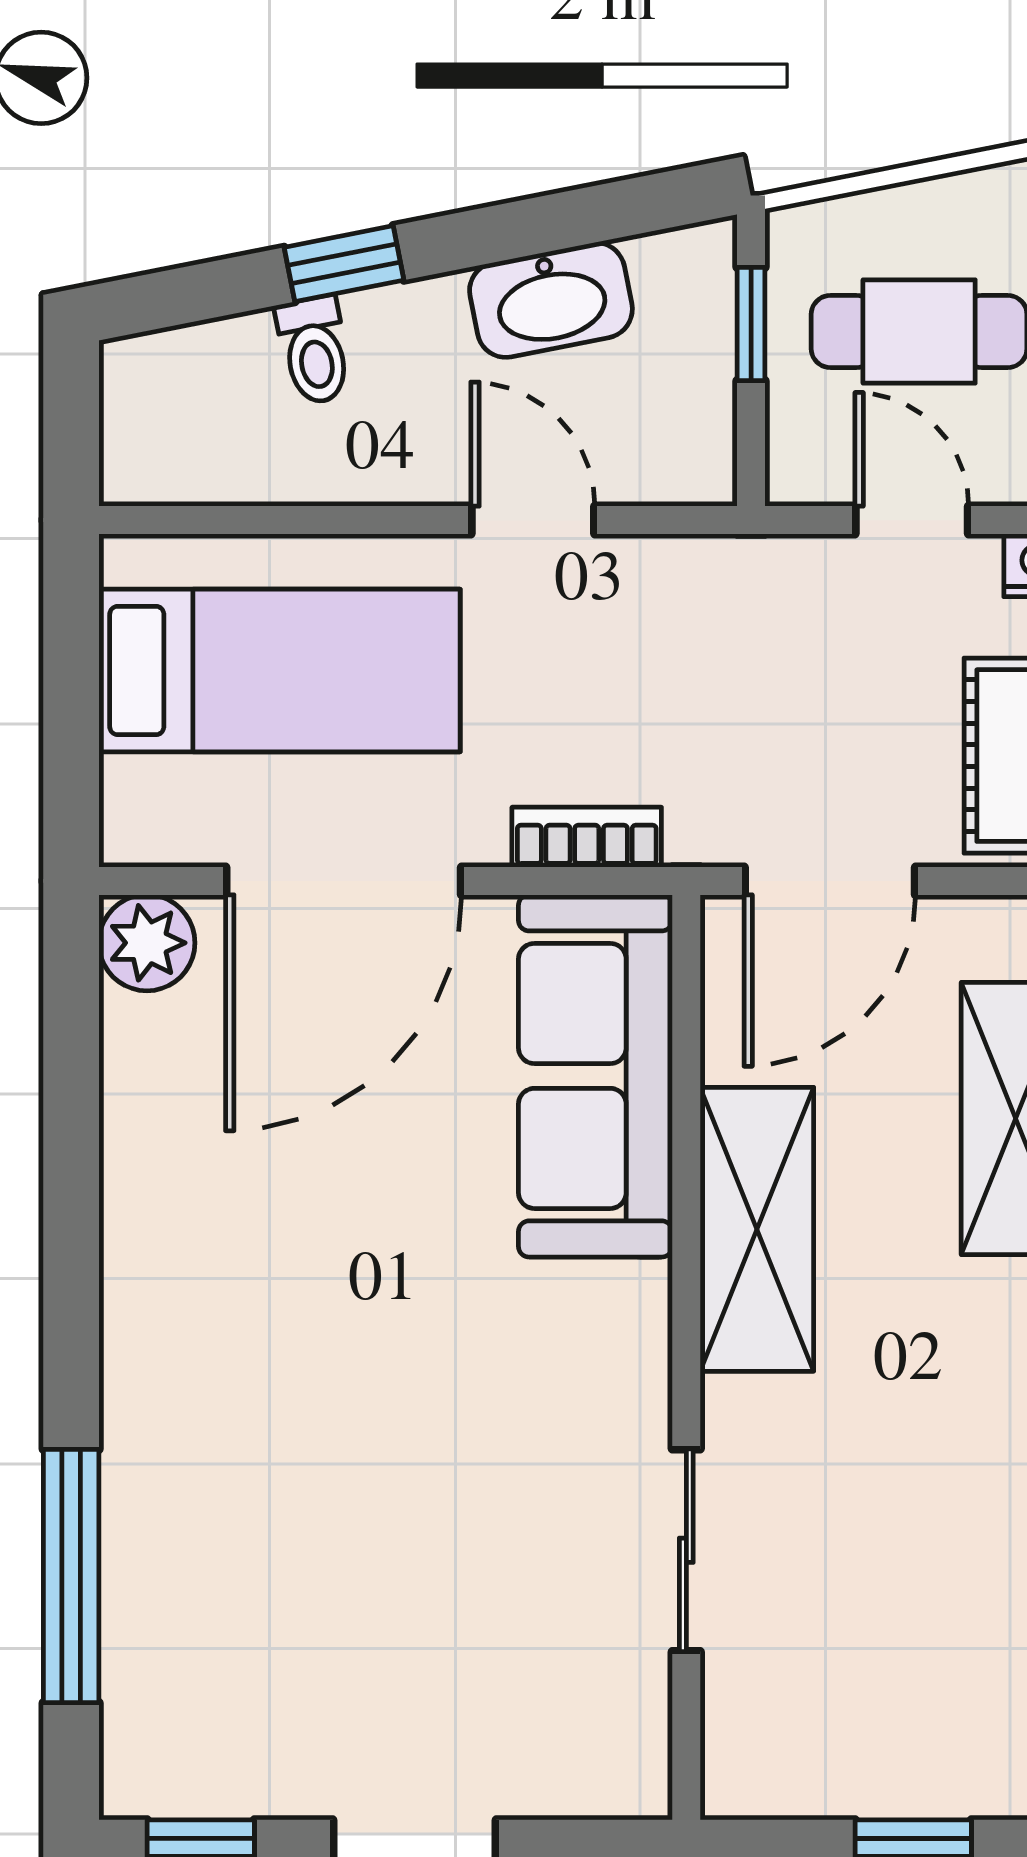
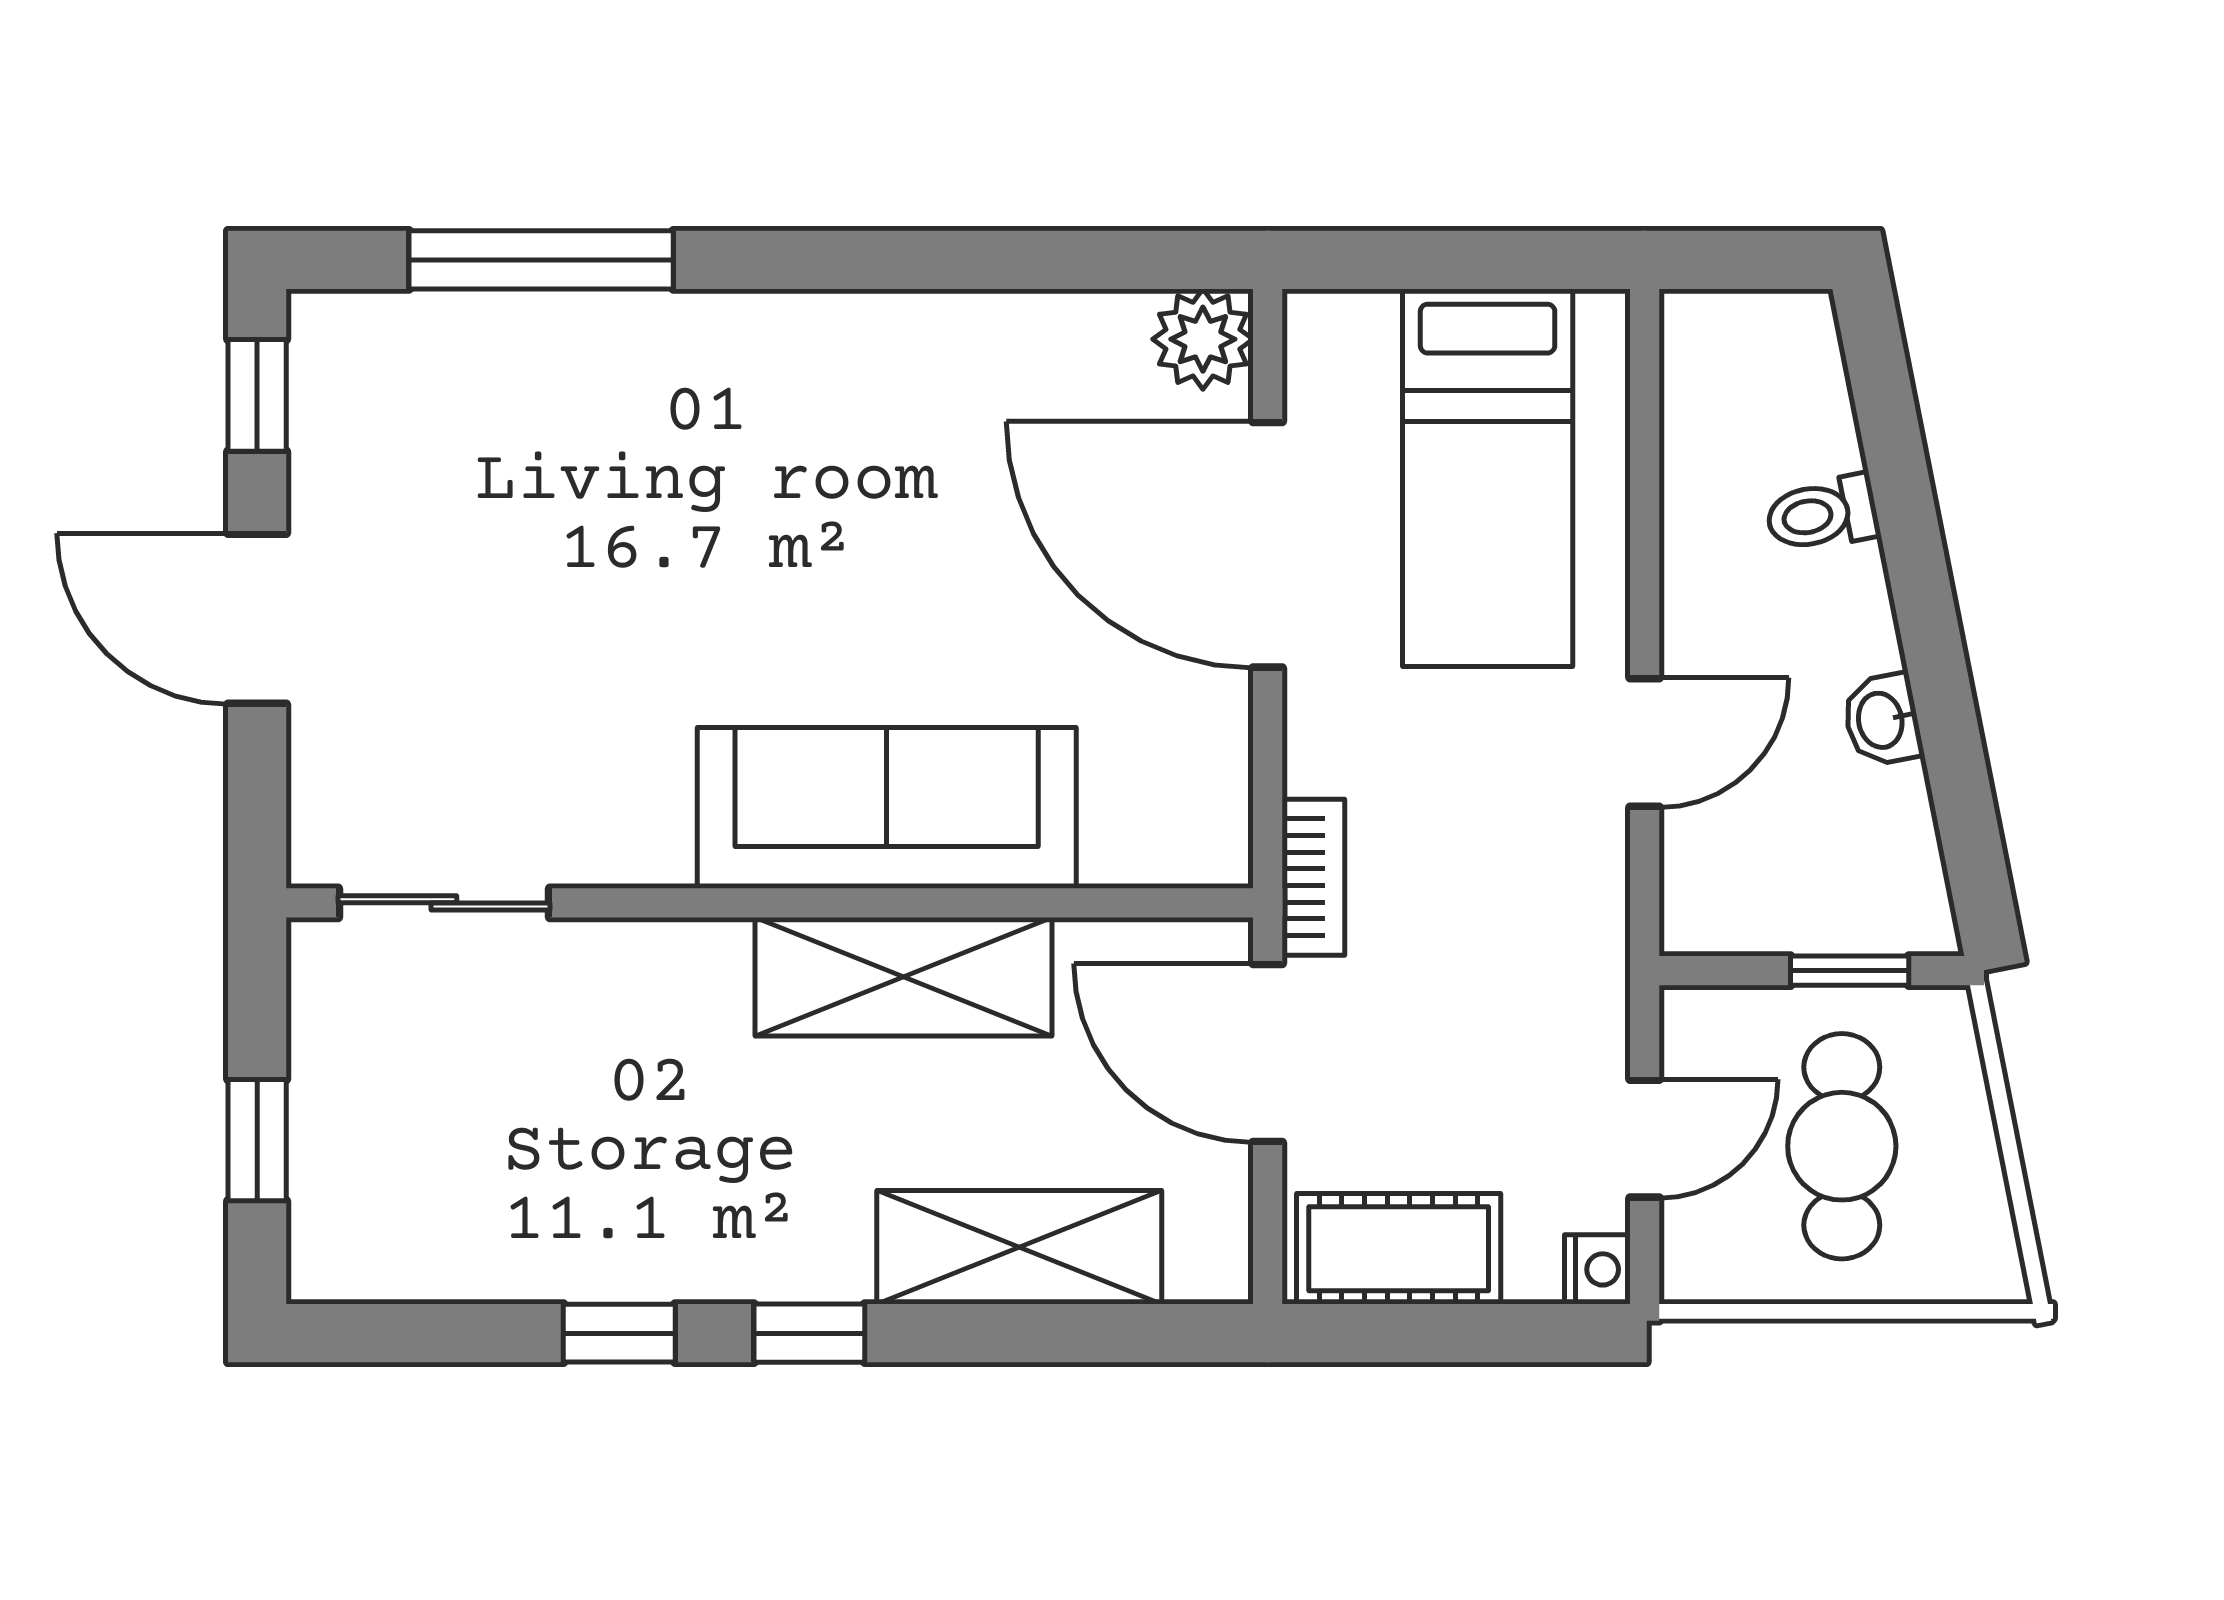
window: (344, 264) -> (1913, 545), removed
washbasin: (551, 300) -> (1882, 720), width x0.52, depth x0.69
bookcase: (587, 837) -> (1313, 877), moved
sofa: (595, 1076) -> (887, 808), moved
sliding door: (686, 1550) -> (444, 903), moved

